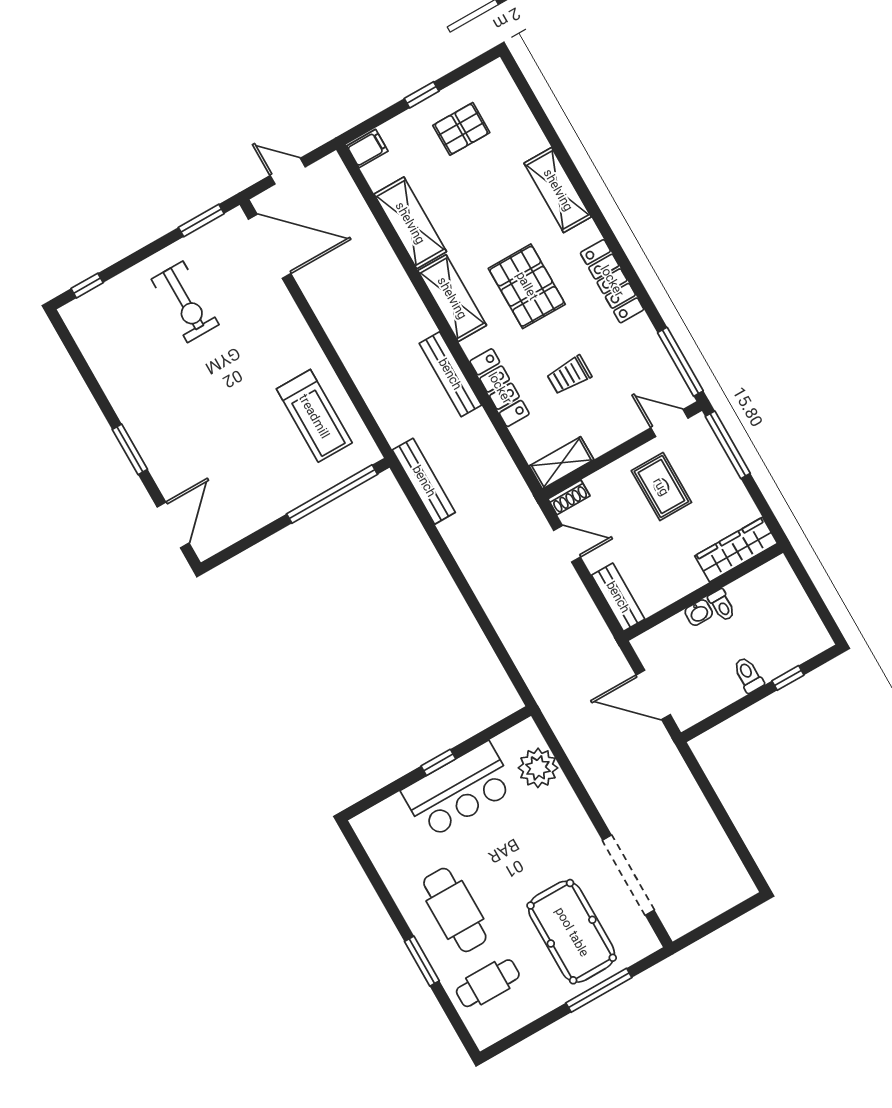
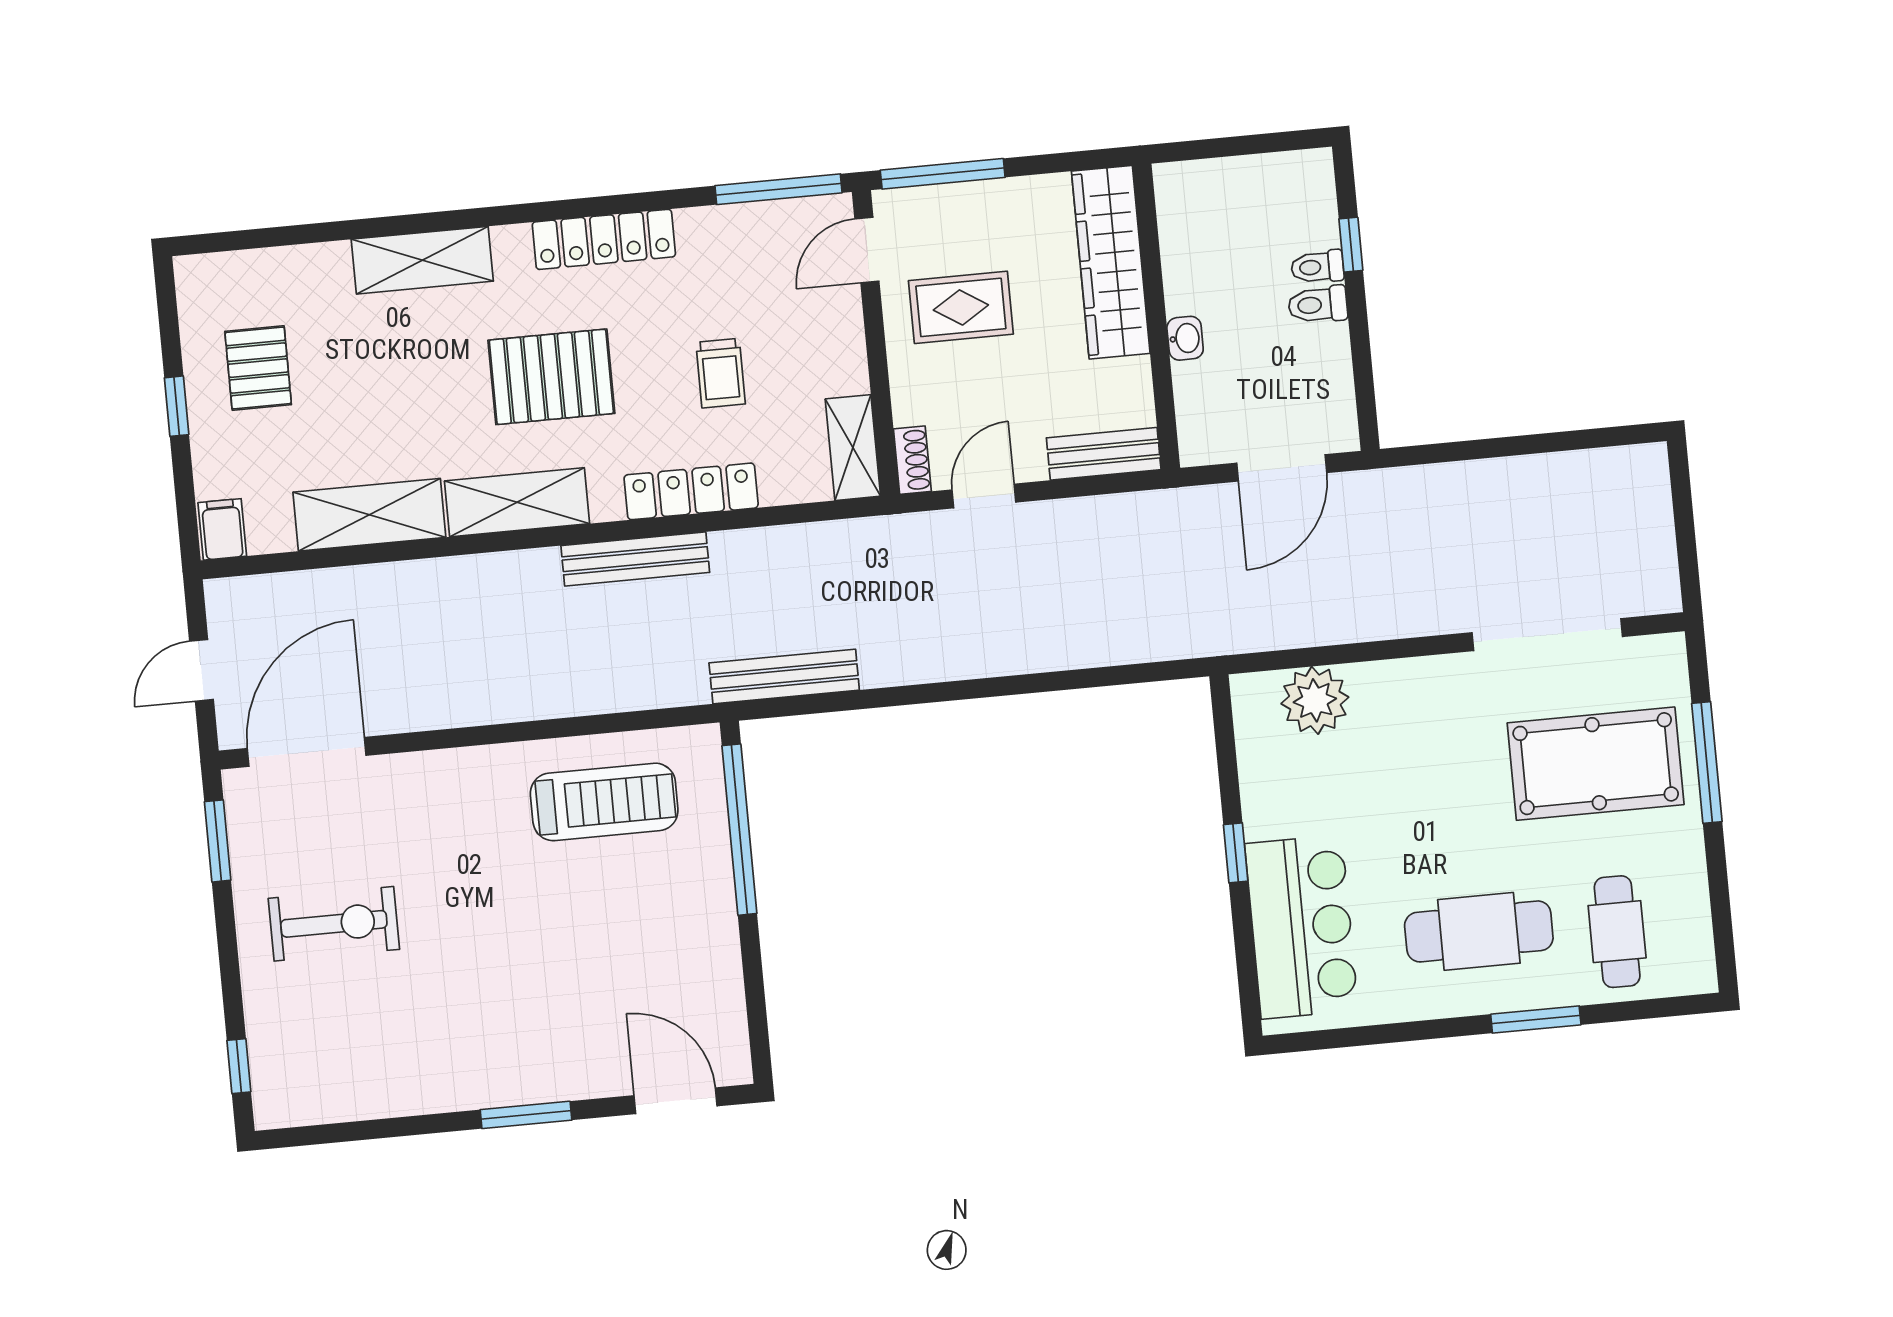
wardrobe: (736, 550) -> (1111, 262), width x1.40, depth x1.17
toilet: (722, 605) -> (1317, 267), moved, turned 180
bar counter: (459, 790) -> (1302, 927), moved

